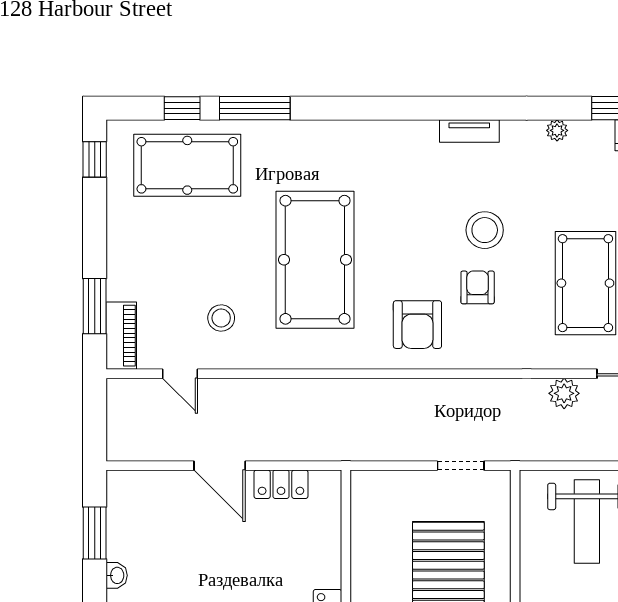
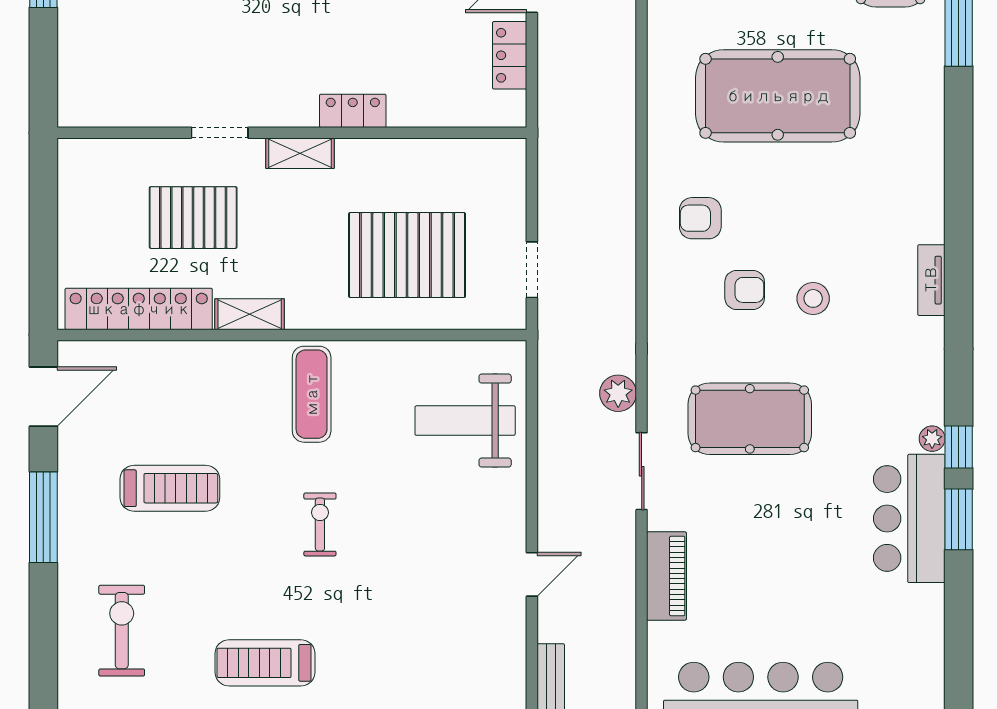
plant: (557, 130) -> (932, 439), moved
stool: (485, 230) -> (813, 298), width x0.73, depth x0.73
armchair: (417, 325) -> (700, 218), width x0.72, depth x0.72

